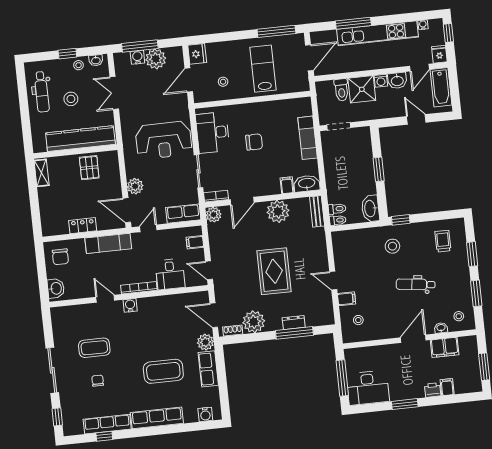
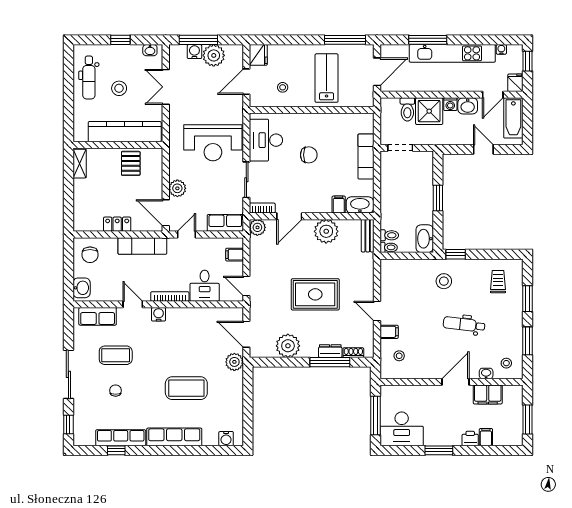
stool: (79, 65) -> (131, 53), removed
rug: (274, 271) -> (315, 294), turned 90
shoe rack: (233, 330) -> (353, 353), moved
row of seats: (208, 369) -> (98, 316), moved, turned -90

